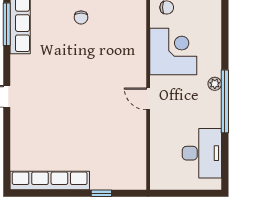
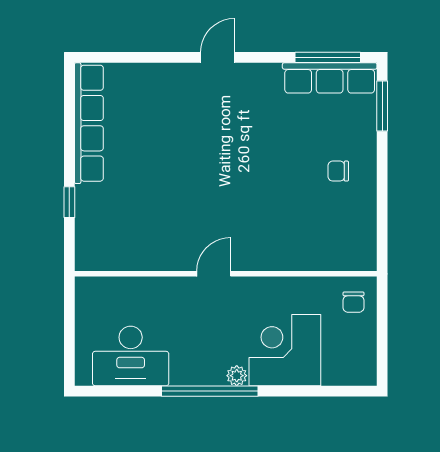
corner desk: (173, 51) -> (285, 350), moved, turned 180

